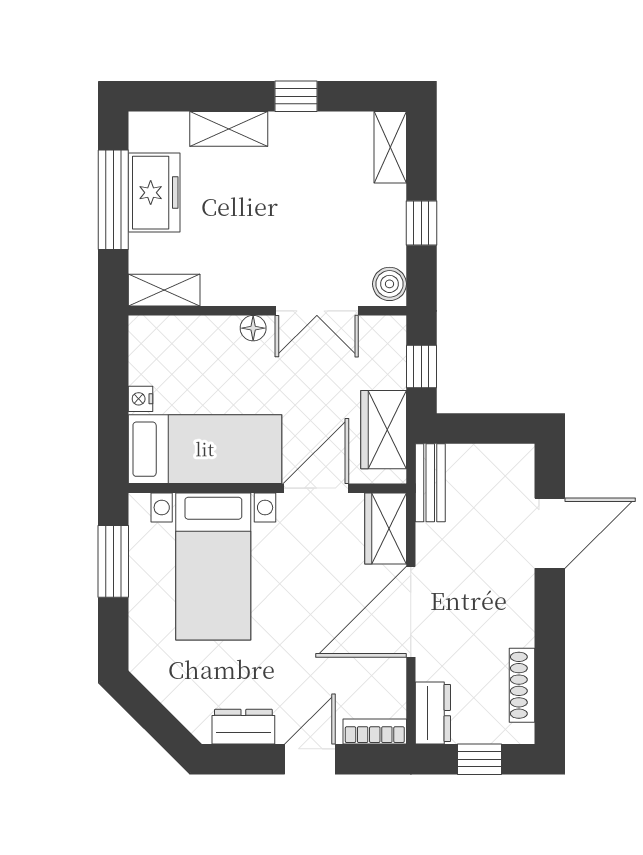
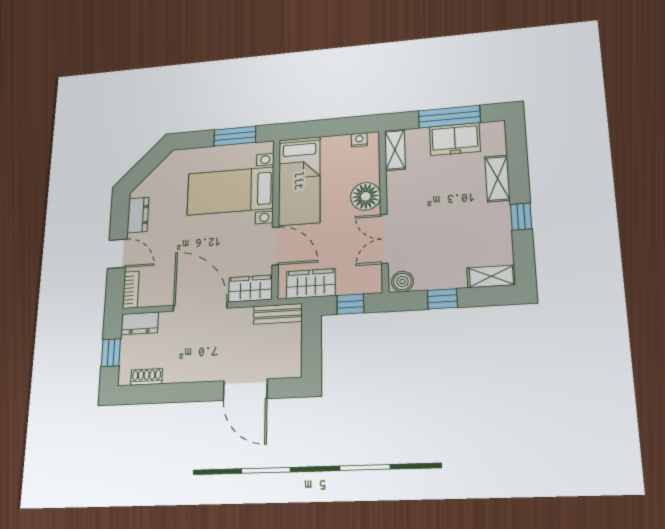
floor lamp: (253, 328) -> (366, 196), width x1.89, depth x1.89
nightstand: (141, 399) -> (359, 140), moved
shoe rack: (522, 685) -> (147, 377), width x0.70

